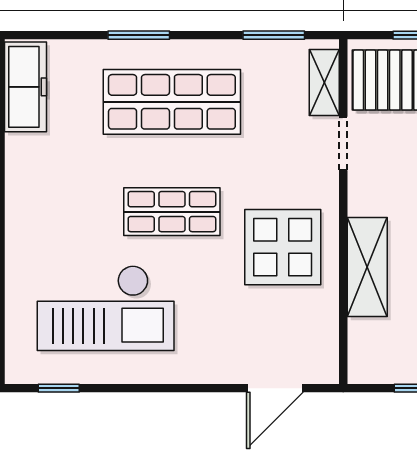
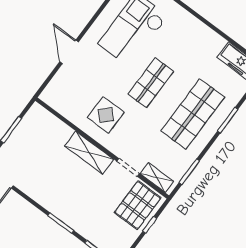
display table: (283, 247) -> (106, 115), width x0.73, depth x0.73
shelving: (367, 267) -> (89, 153), moved
door: (275, 388) -> (69, 52), moved

